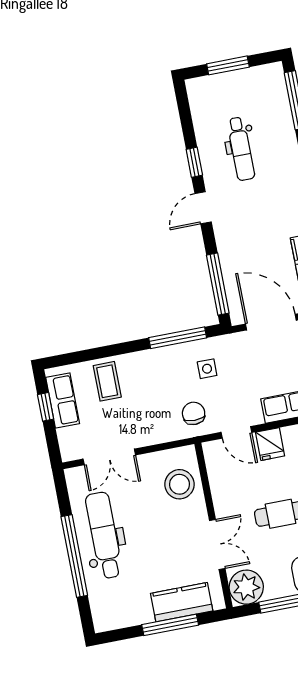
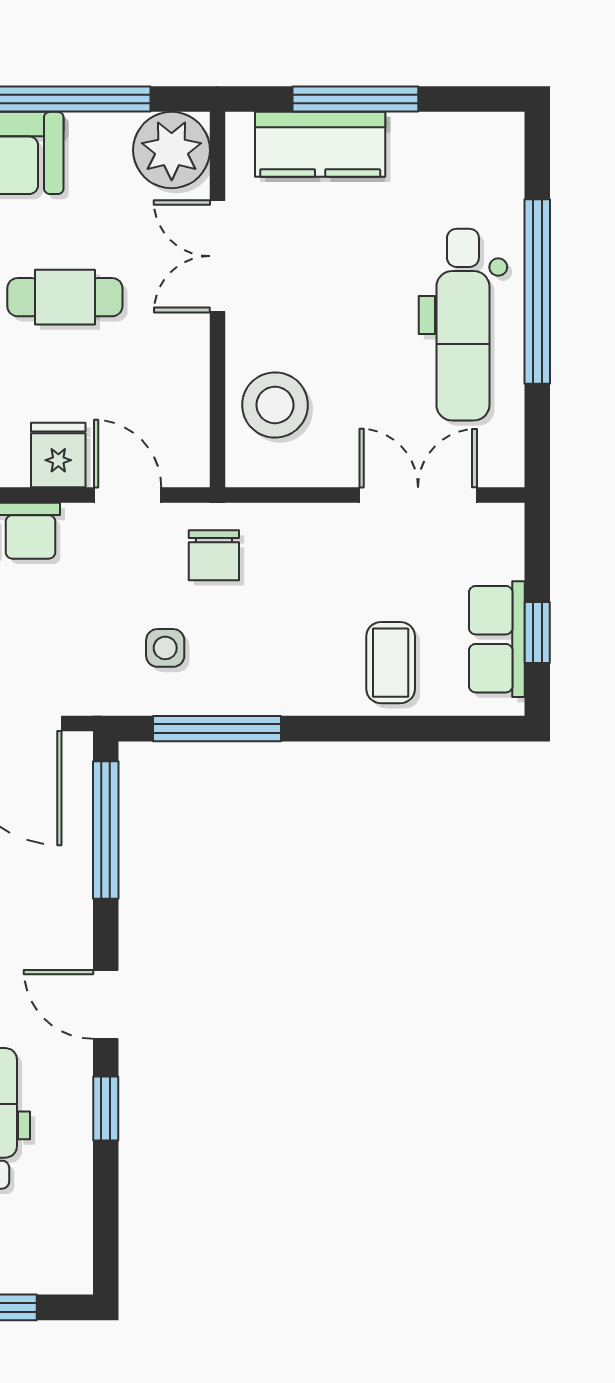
door: (203, 208) -> (106, 1004), swing flipped

